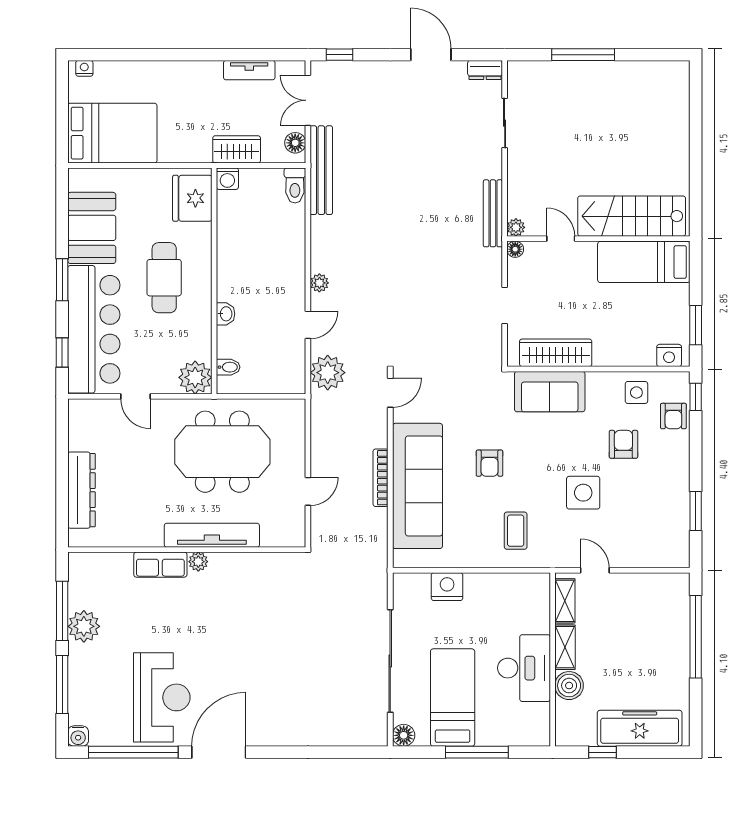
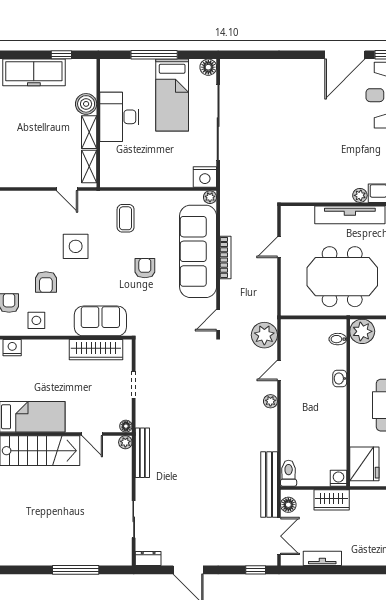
plant: (401, 559) -> (210, 197), added
nightstand: (447, 587) -> (205, 177), moved

